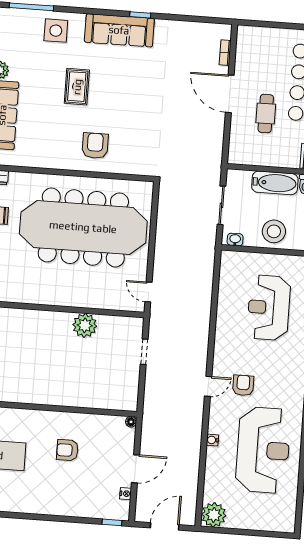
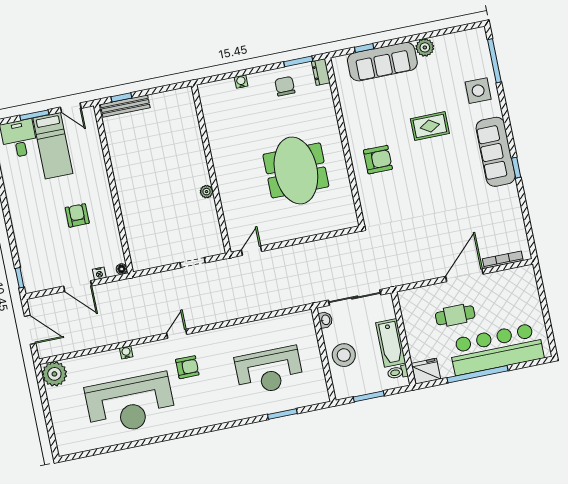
bookcase: (225, 53) -> (503, 260), width x1.56
sliding door: (221, 205) -> (355, 298), width x1.37
meeting table: (83, 227) -> (296, 170), width x0.54, depth x0.79
reception desk: (269, 308) -> (269, 371), turned 180
plant: (85, 325) -> (207, 192), width x0.53, depth x0.53
door: (208, 386) -> (177, 334), swing flipped
nightstand: (126, 494) -> (99, 273), moved

